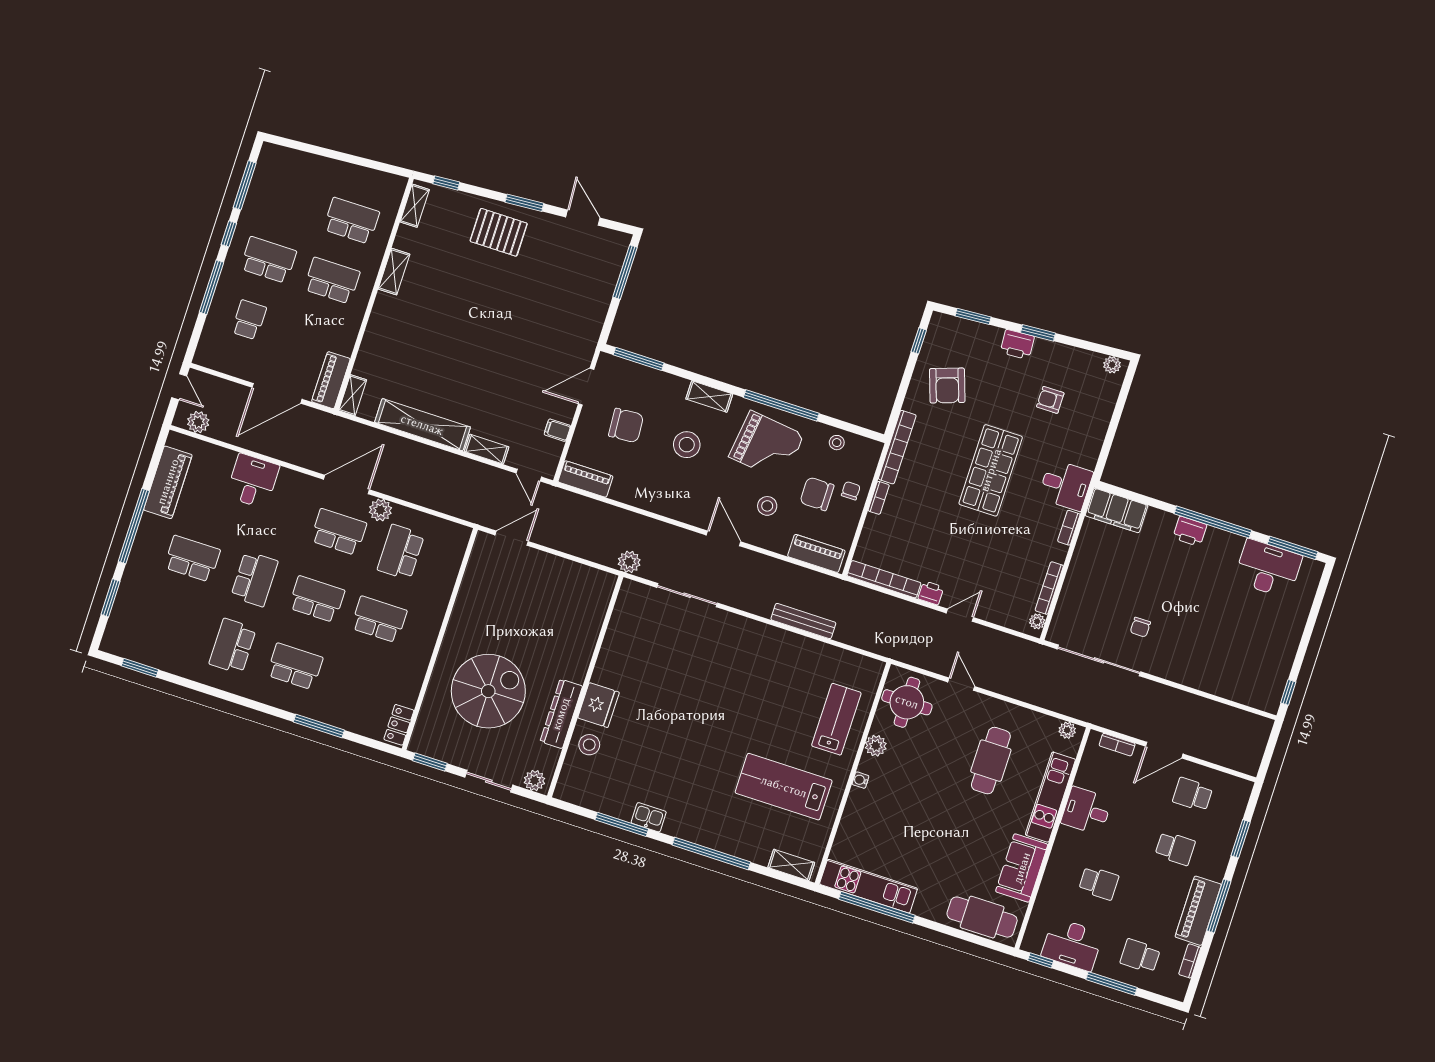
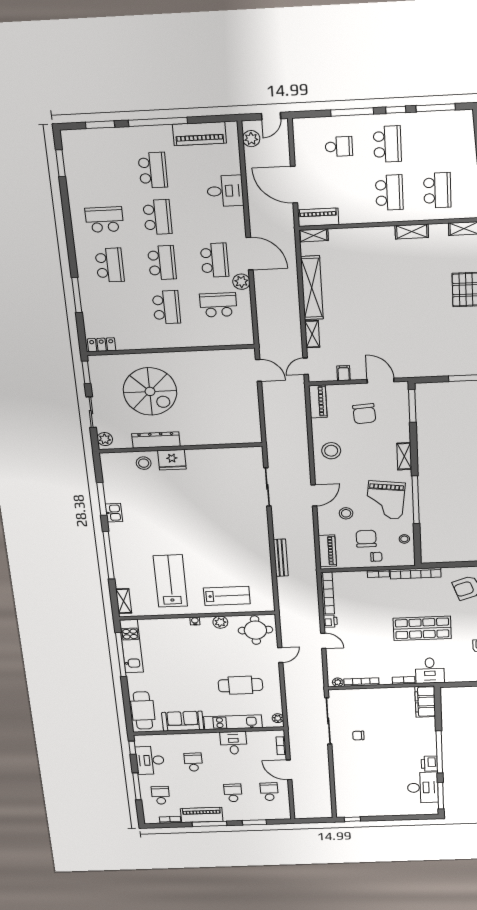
stool: (687, 445) -> (331, 451), moved
printer: (1190, 531) -> (429, 764), moved
plant: (629, 562) -> (274, 446), removed
school desk: (254, 579) -> (157, 217), turned -90
school desk: (1175, 848) -> (233, 793), turned 180
school desk: (1099, 883) -> (193, 762), turned 180

